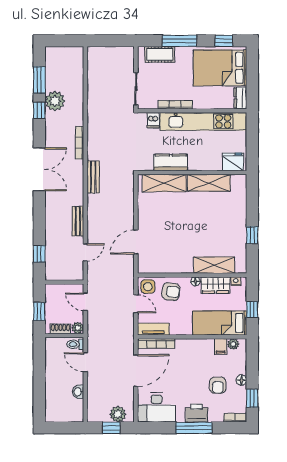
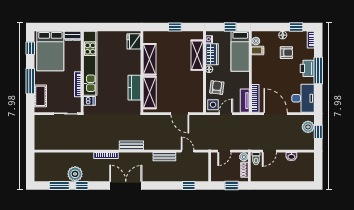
kitchen counter: (171, 162) -> (134, 88), moved
fridge: (233, 162) -> (134, 41), moved
wall: (192, 173) -> (142, 72), moved
shelving: (164, 183) -> (150, 92), moved
shelving: (209, 183) -> (149, 59), moved

